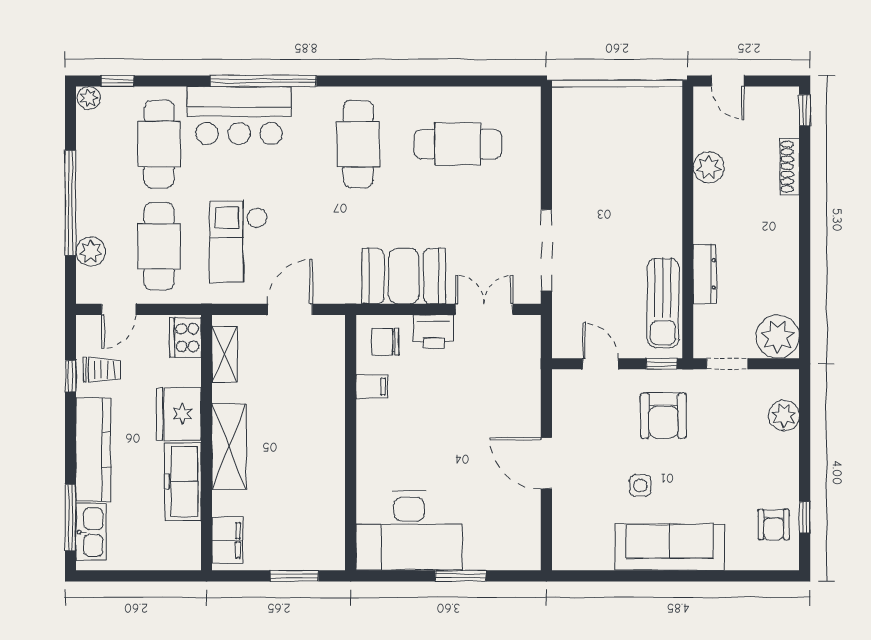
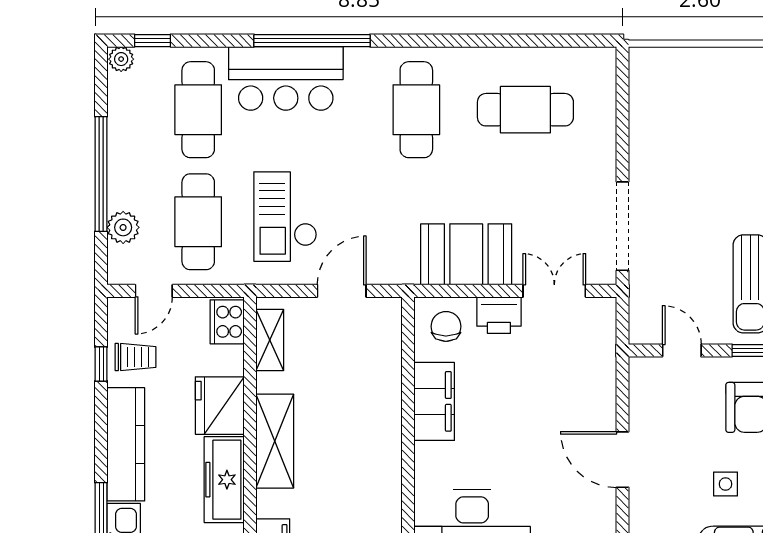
chair: (385, 342) -> (446, 326), turned 90
filing cabinet: (372, 386) -> (434, 401), width x3.00, depth x1.17

